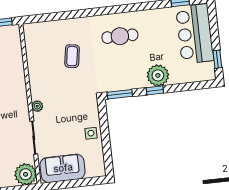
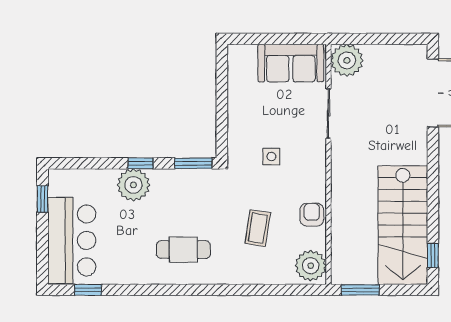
armchair: (37, 69) -> (312, 215), added
plant: (37, 106) -> (311, 266), moved, width x1.87, depth x1.87
side table: (91, 133) -> (271, 157), moved

